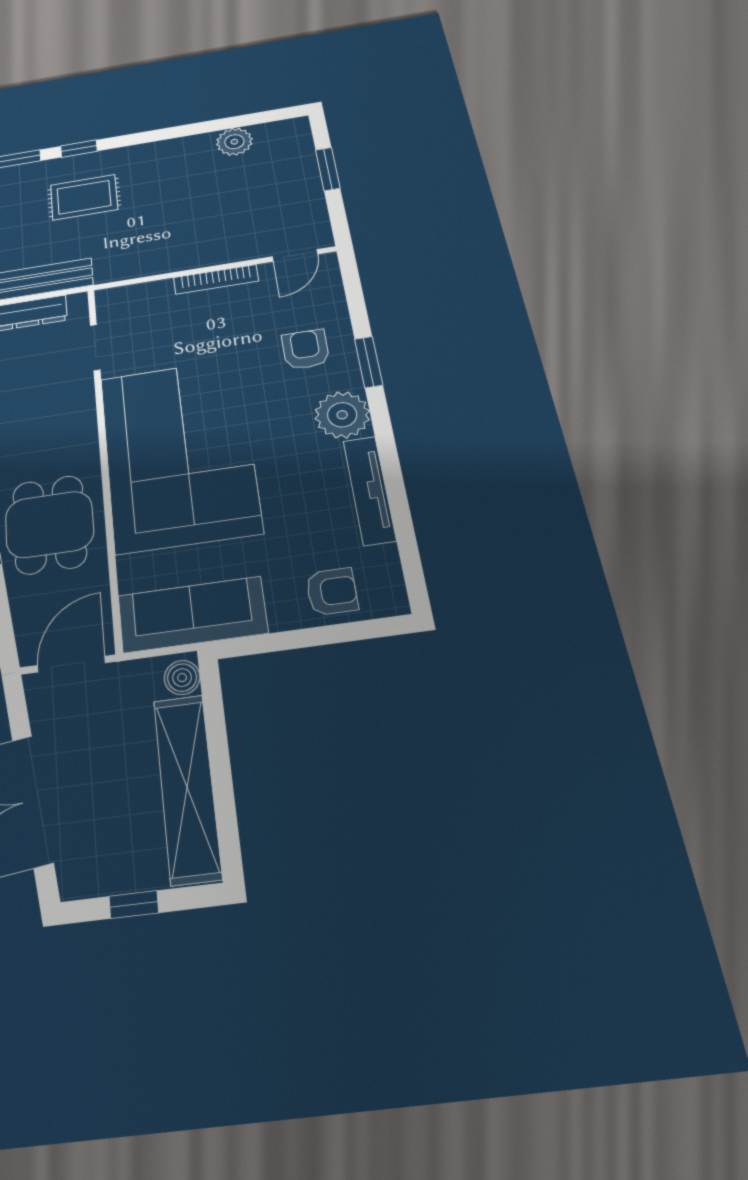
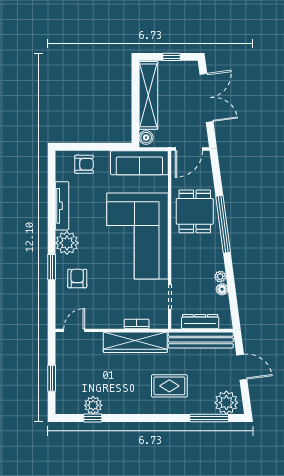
window: (79, 149) -> (93, 418), moved
wardrobe: (161, 256) -> (135, 342), added
bookcase: (216, 279) -> (137, 324), moved, width x0.64
armchair: (305, 349) -> (77, 278), turned 180
armchair: (332, 591) -> (84, 164), turned 180

